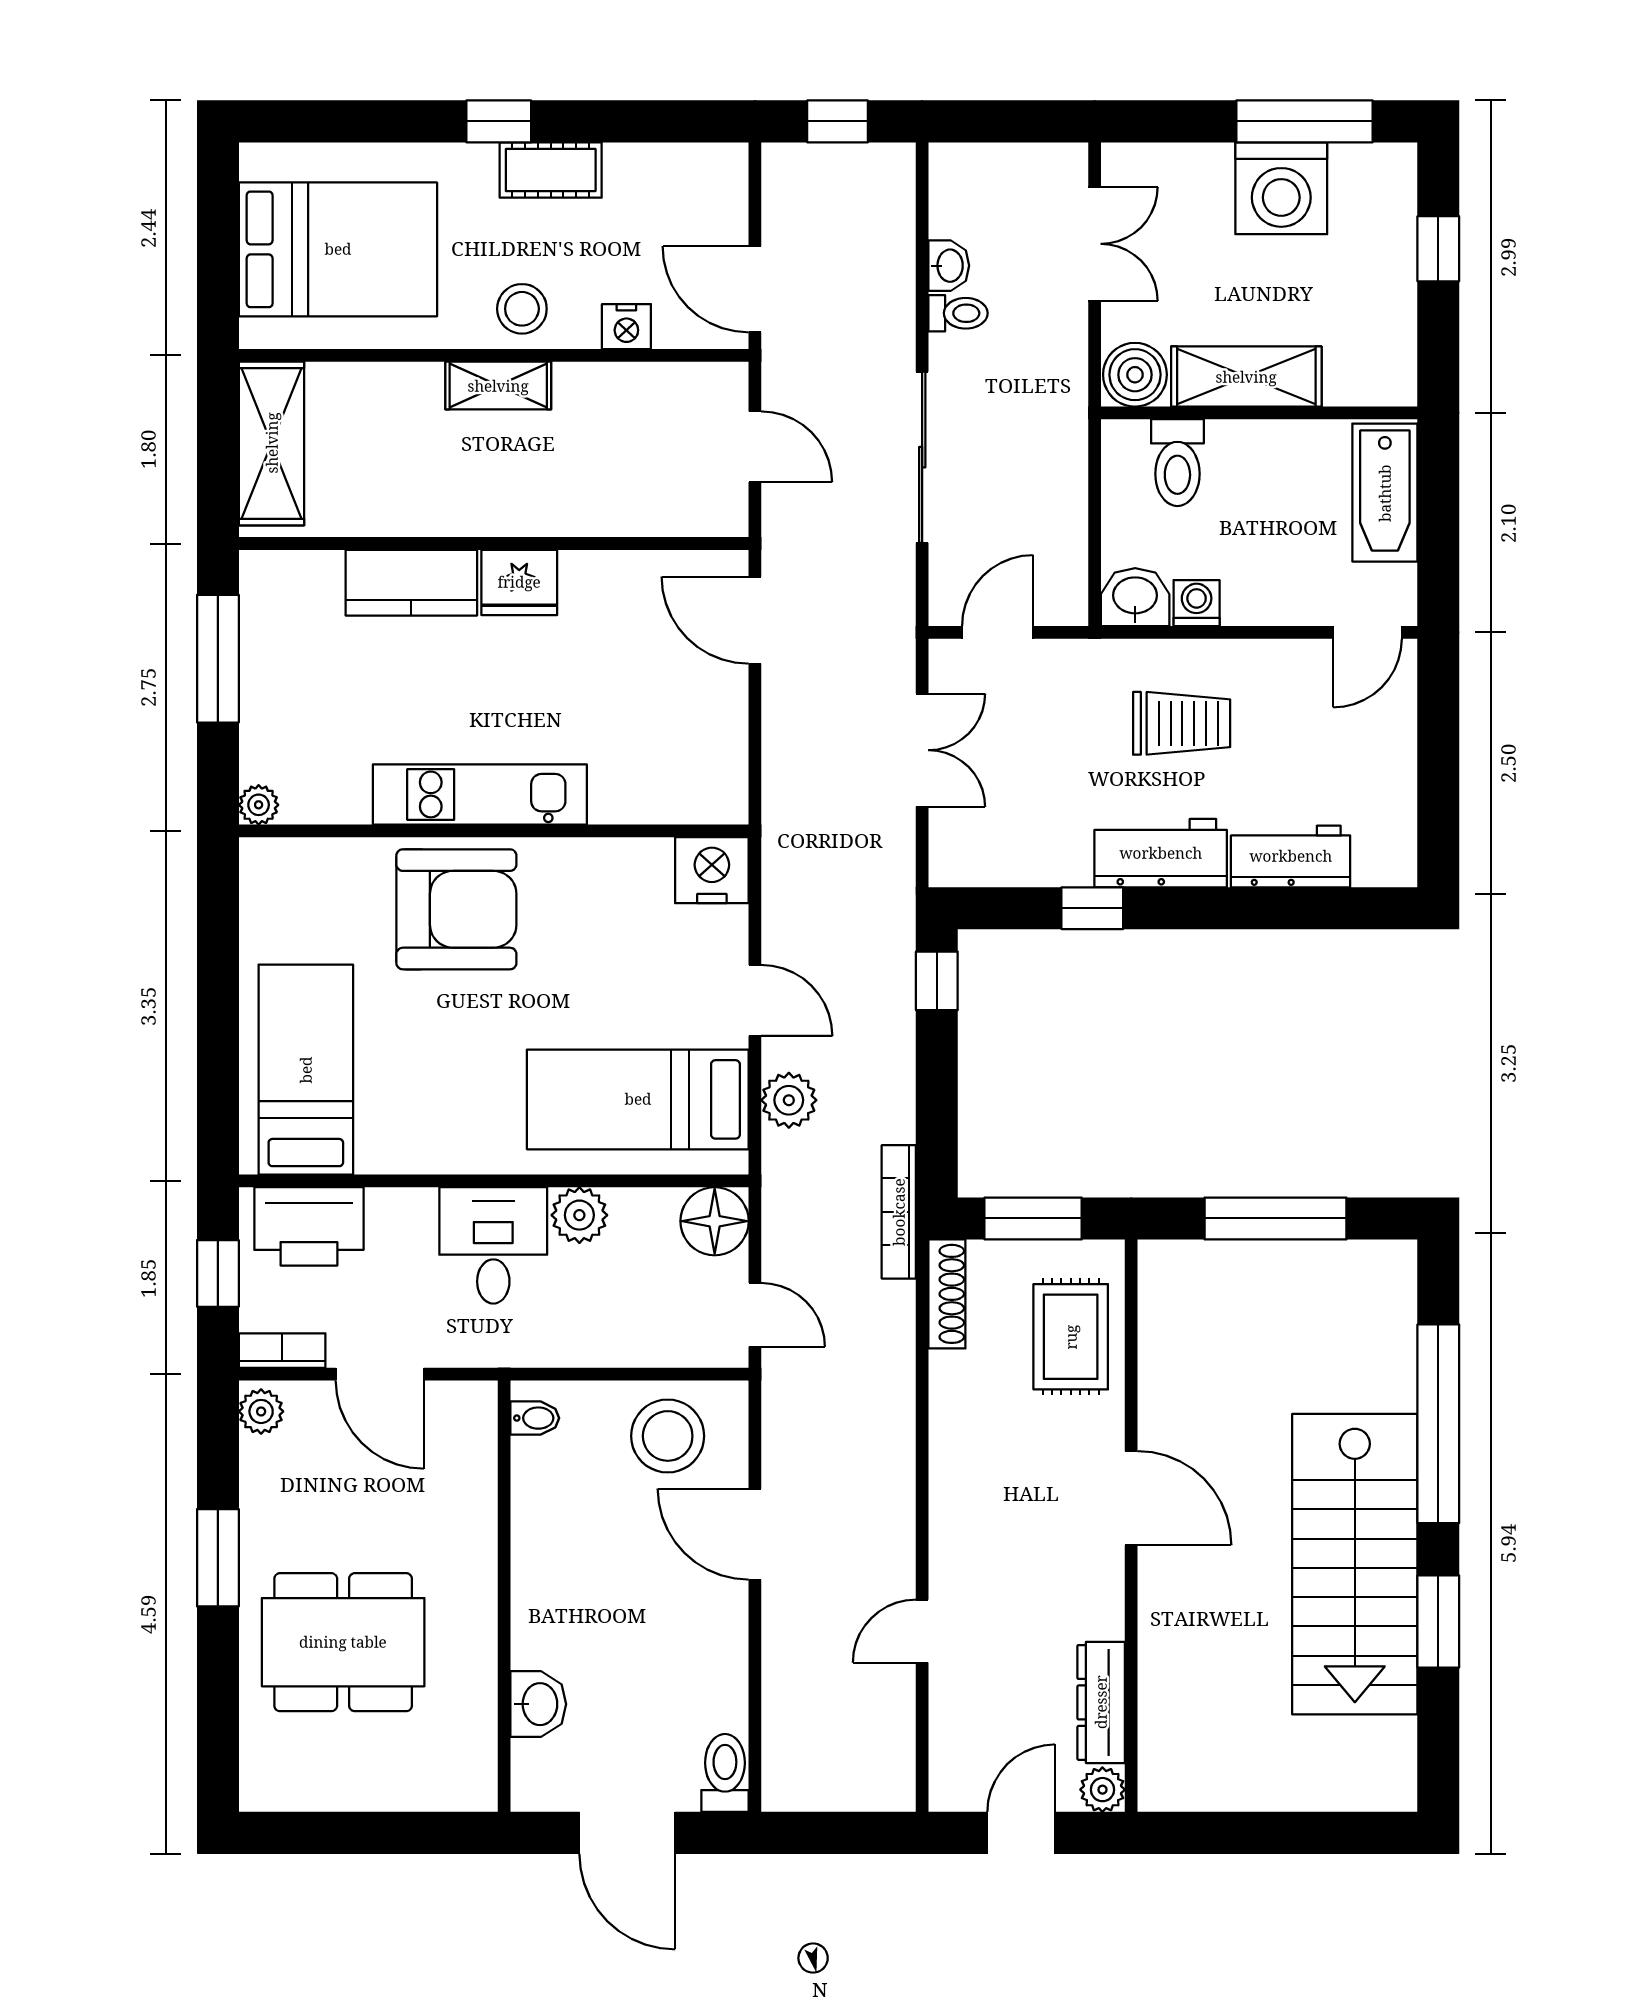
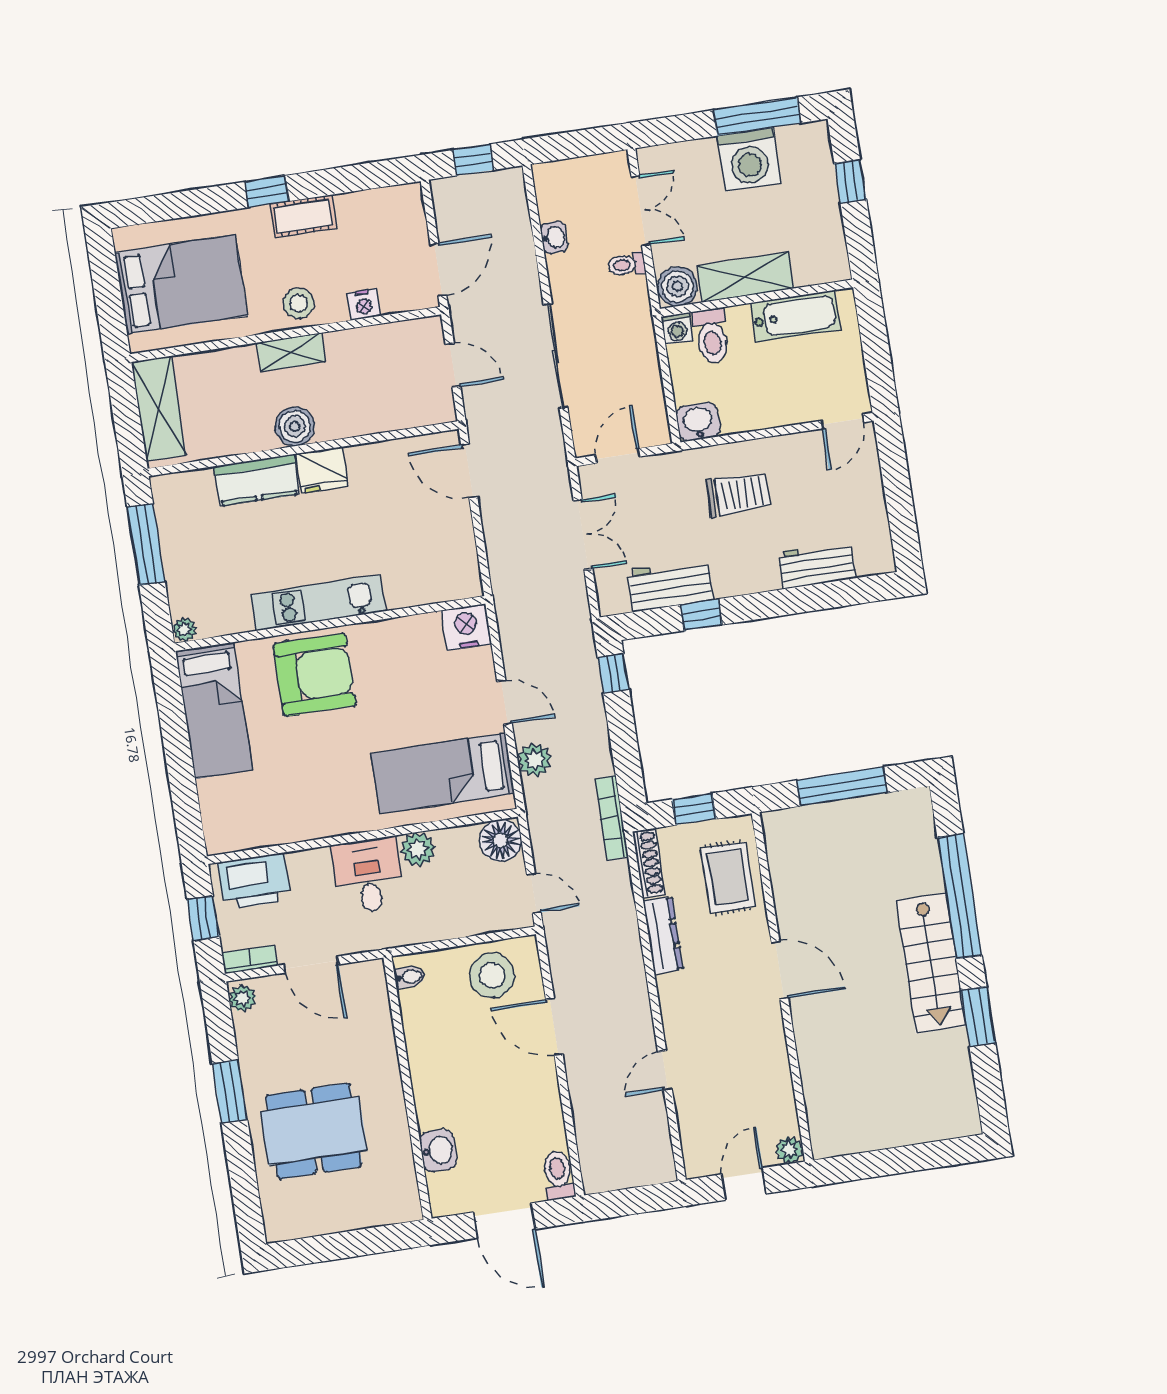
door: (755, 289) -> (438, 270), swing flipped
toilet: (958, 313) -> (627, 265), moved, turned 180
bathtub: (1385, 493) -> (795, 316), moved, turned -90
boiler: (486, 506) -> (295, 426), added
washing machine: (1197, 603) -> (677, 328), moved, turned 180
workbench: (1161, 853) -> (670, 585), moved
bed: (306, 1070) -> (214, 711), moved, turned 180
window: (1033, 1218) -> (694, 809), width x0.67
stairs: (1355, 1564) -> (931, 963), width x0.73, depth x0.66
dresser: (1101, 1702) -> (663, 935), moved, turned 180

